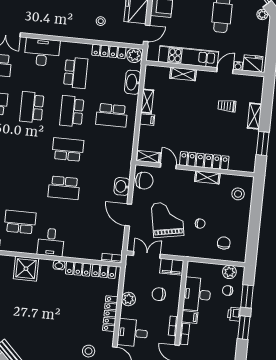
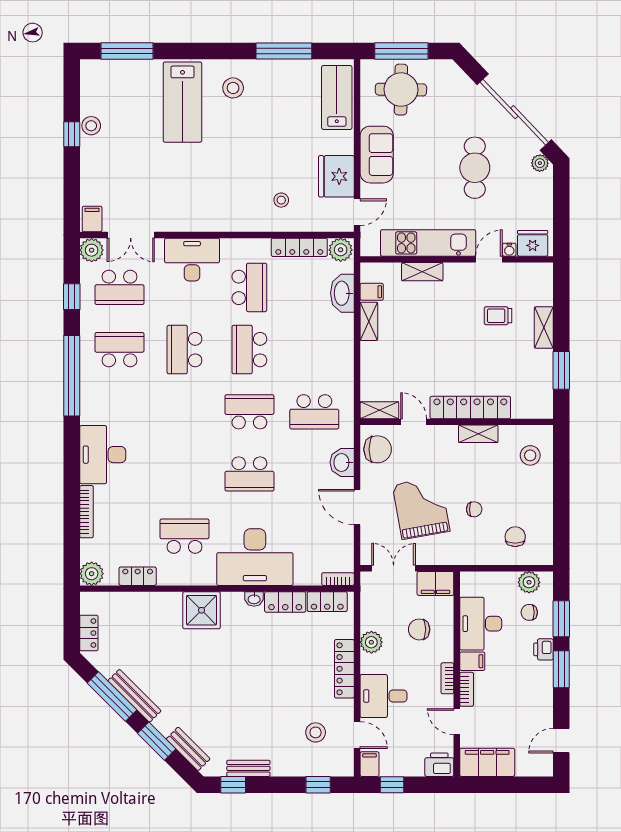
school desk: (112, 115) -> (314, 412), moved
filing cabinet: (147, 120) -> (372, 292), moved
desk: (51, 242) -> (255, 557), width x1.87, depth x1.30

